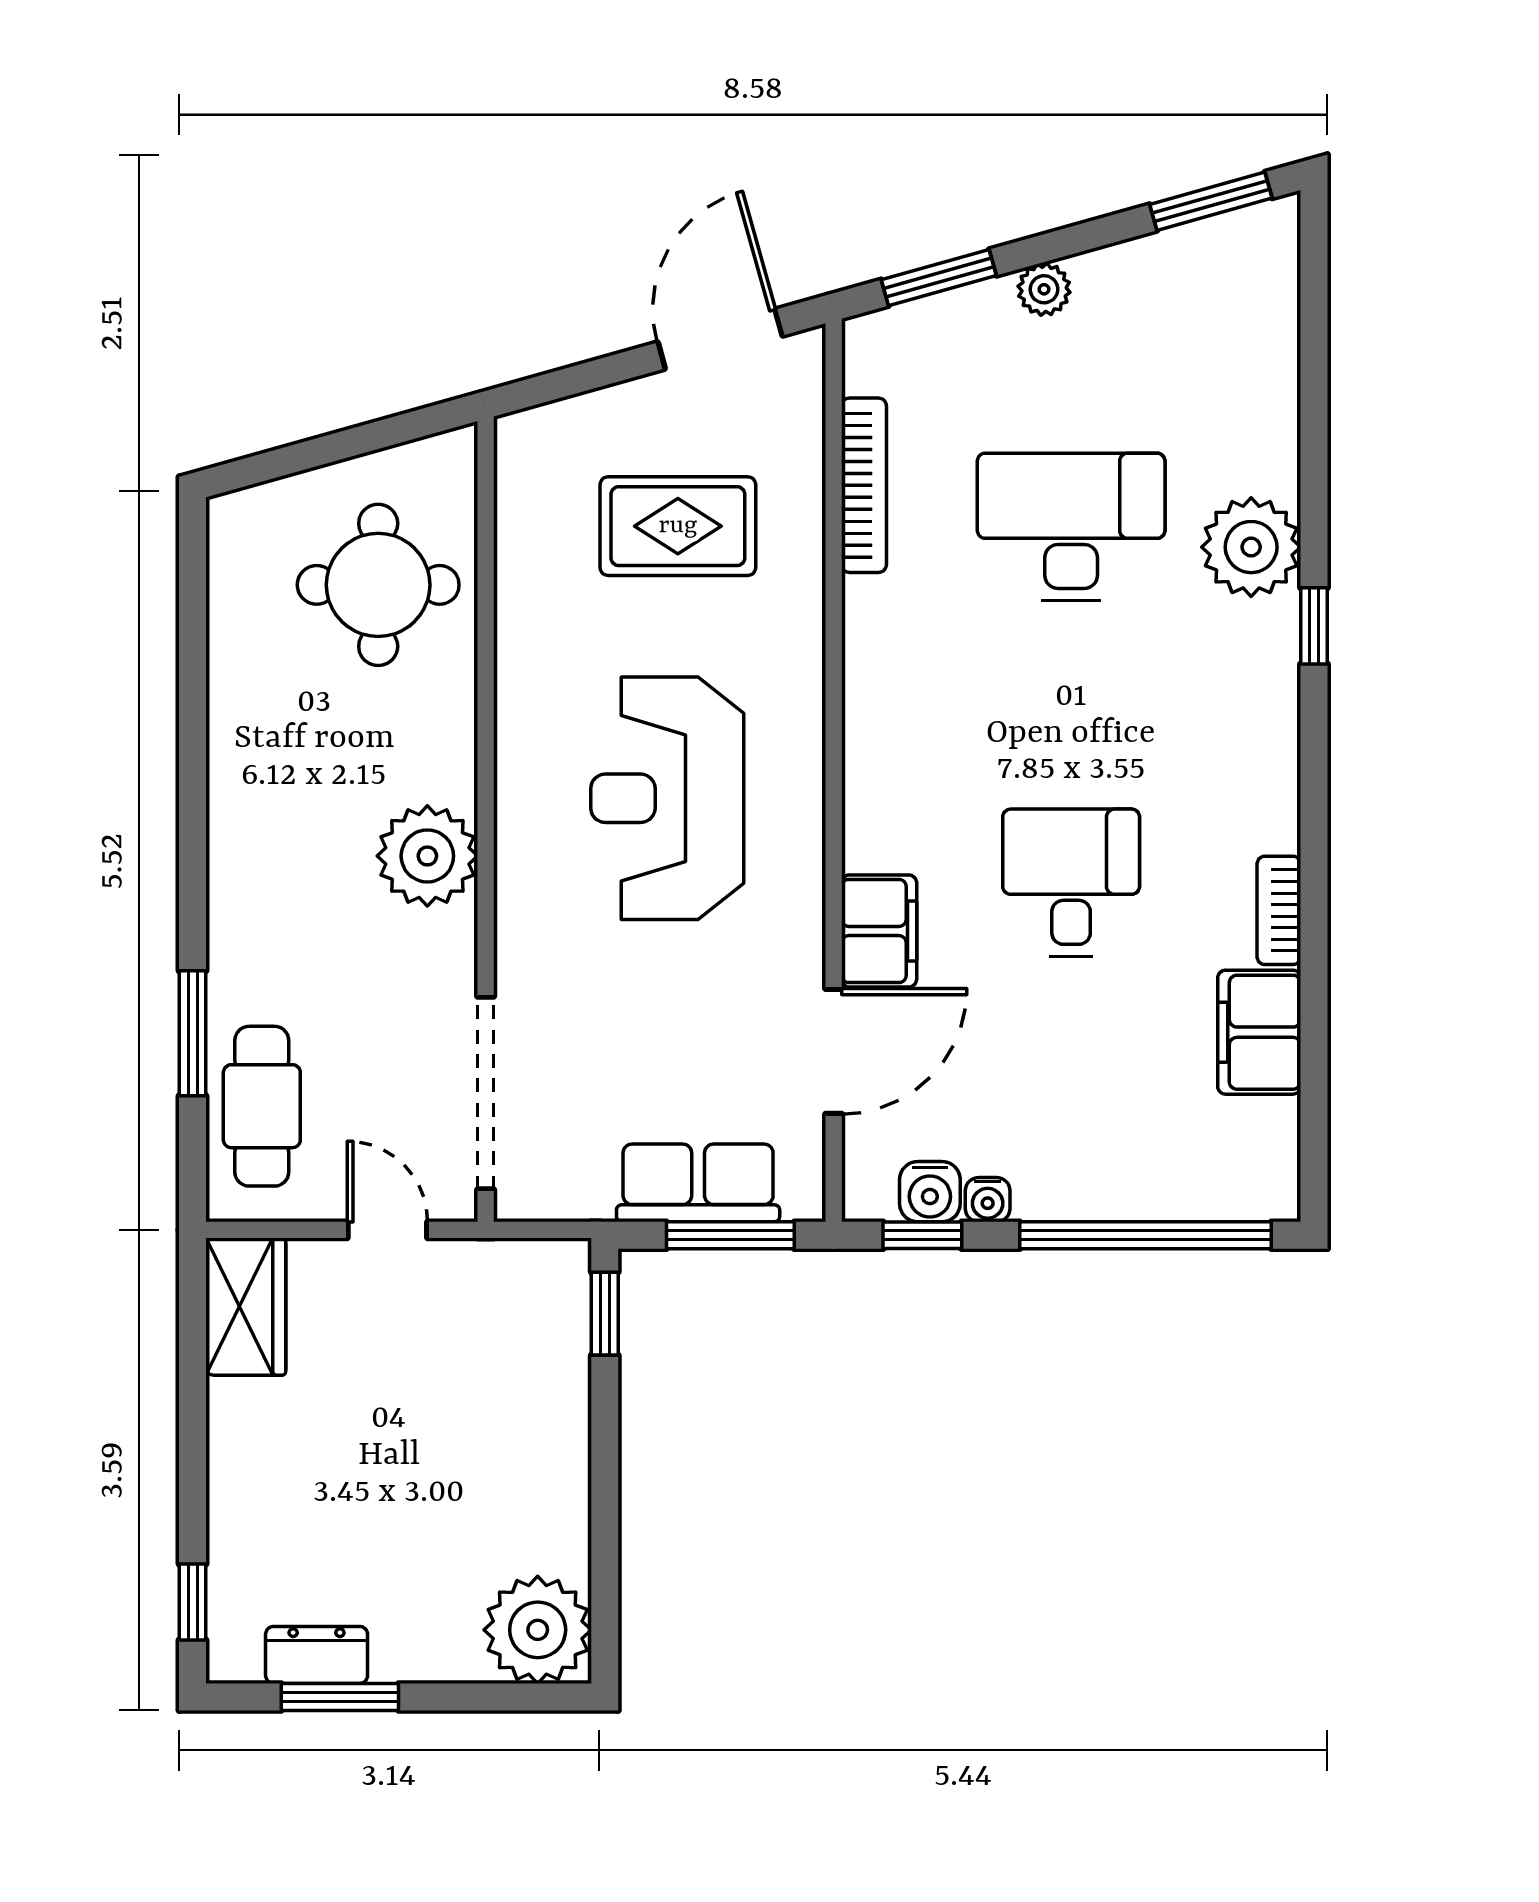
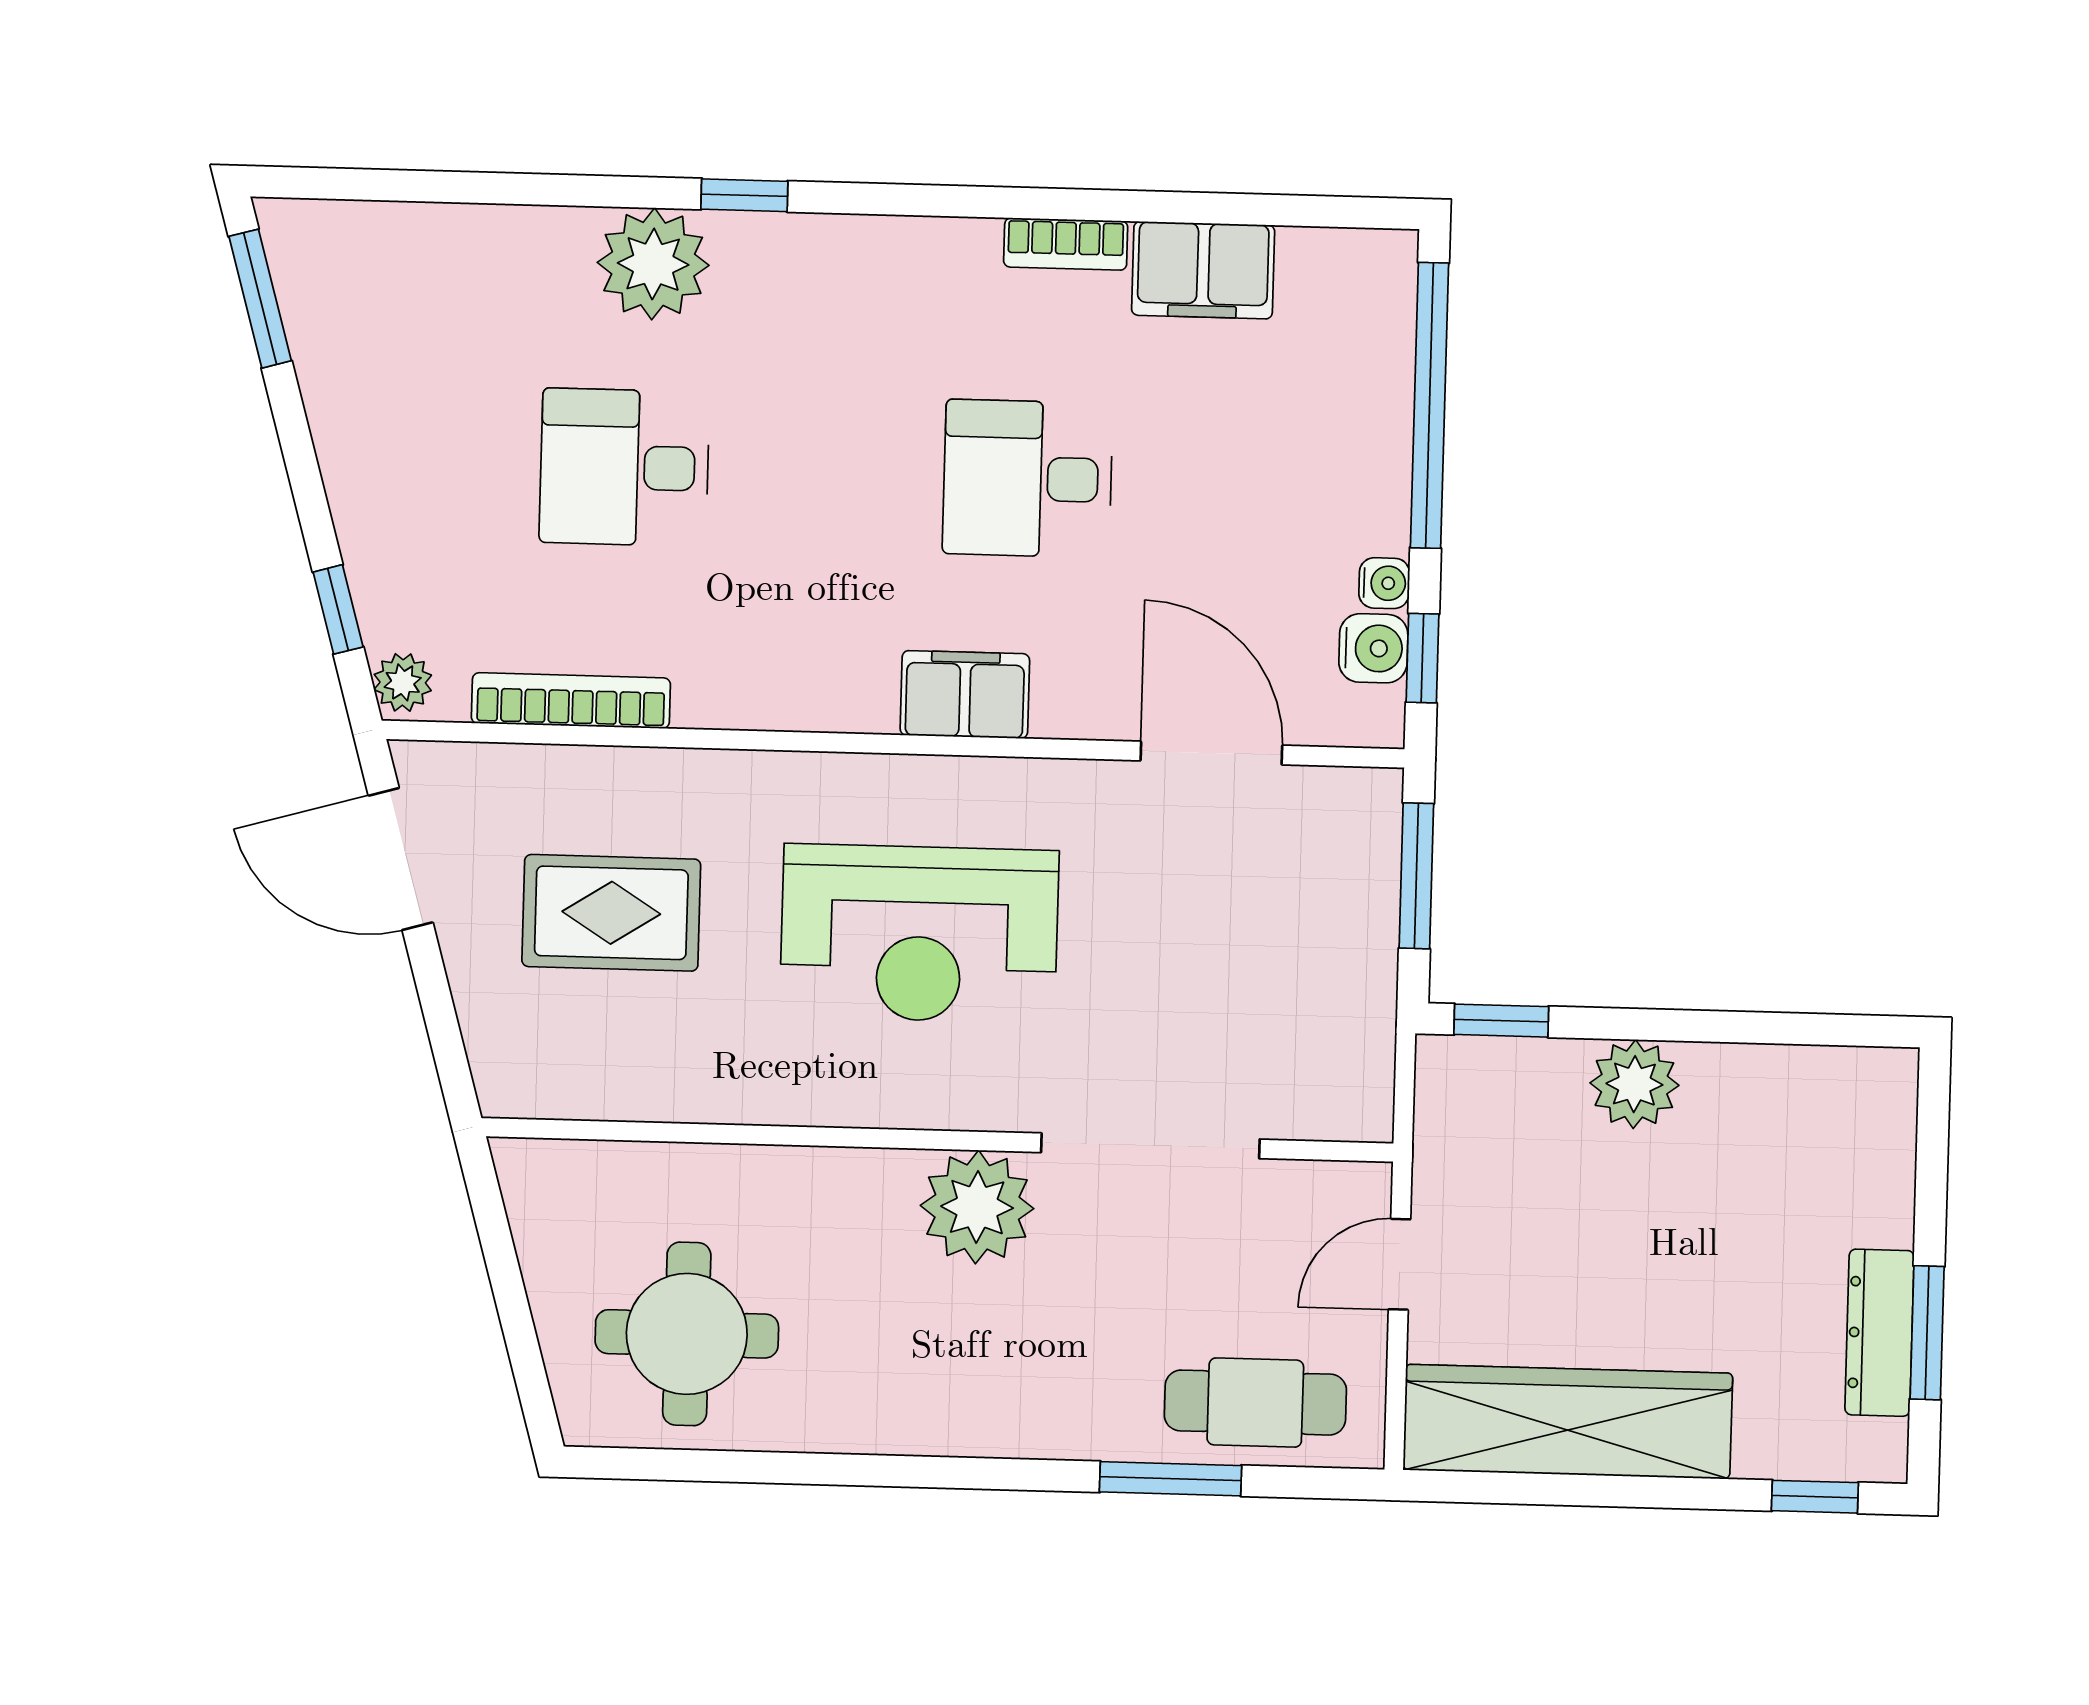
window: (939, 278) -> (338, 609), width x0.67
plant: (1044, 289) -> (403, 682), moved
rug: (678, 526) -> (611, 913), turned 90
desk: (1071, 527) -> (624, 467), width x0.73
round table: (378, 585) -> (687, 1334), moved
filing cabinet: (879, 931) -> (965, 695), moved
doorway: (486, 1093) -> (1150, 1146), moved
row of seats: (698, 1183) -> (1356, 911), removed
wardrobe: (246, 1307) -> (1568, 1422), width x2.10, depth x1.17
plant: (538, 1630) -> (1634, 1084), moved, width x0.73, depth x0.73
dresser: (317, 1655) -> (1879, 1333), width x1.44

